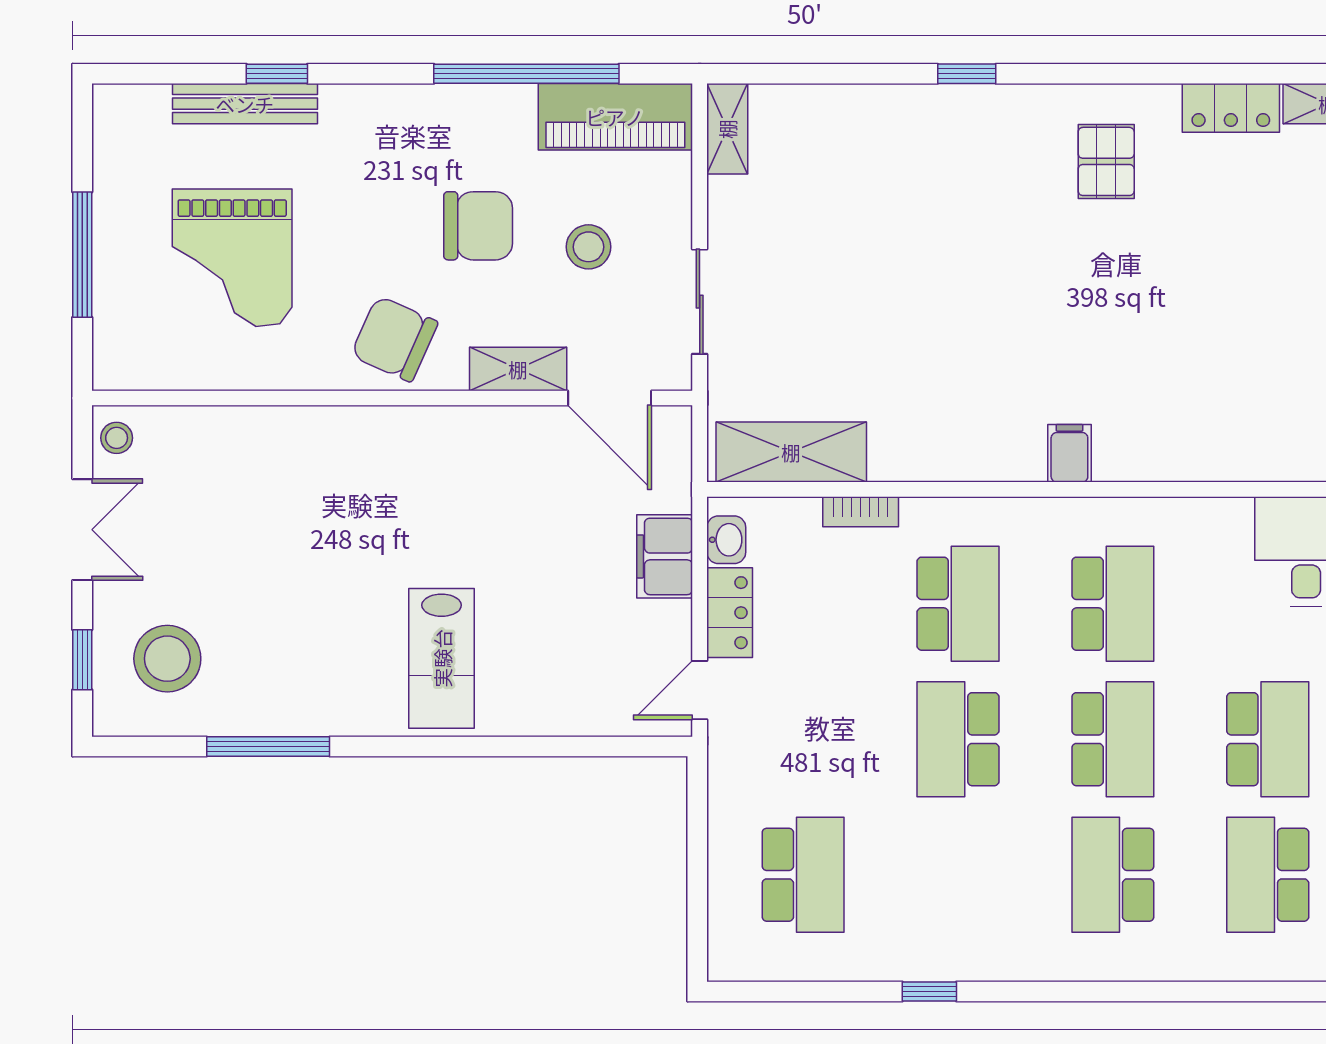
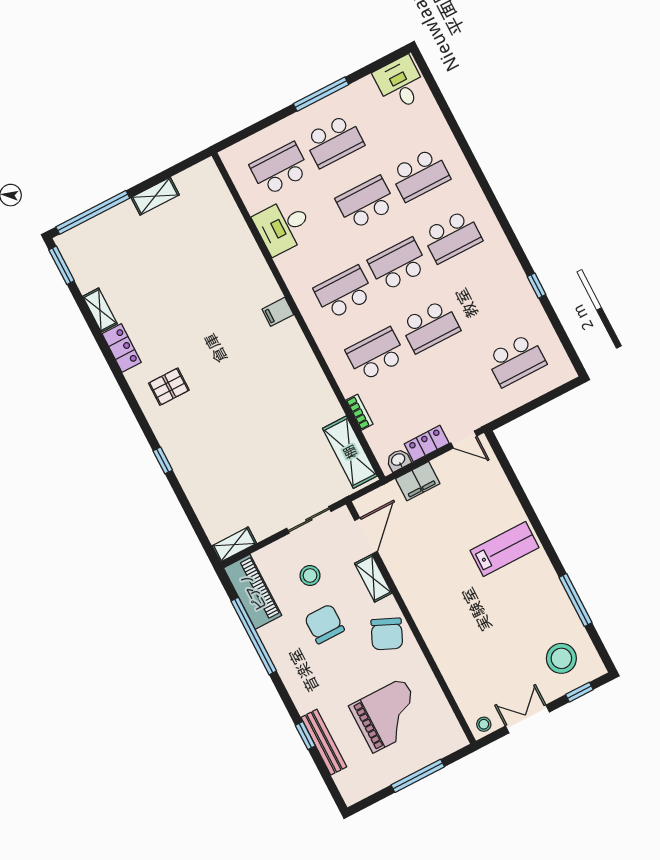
filing cabinet: (1069, 453) -> (278, 312), moved
school desk: (803, 875) -> (516, 360), turned 180

